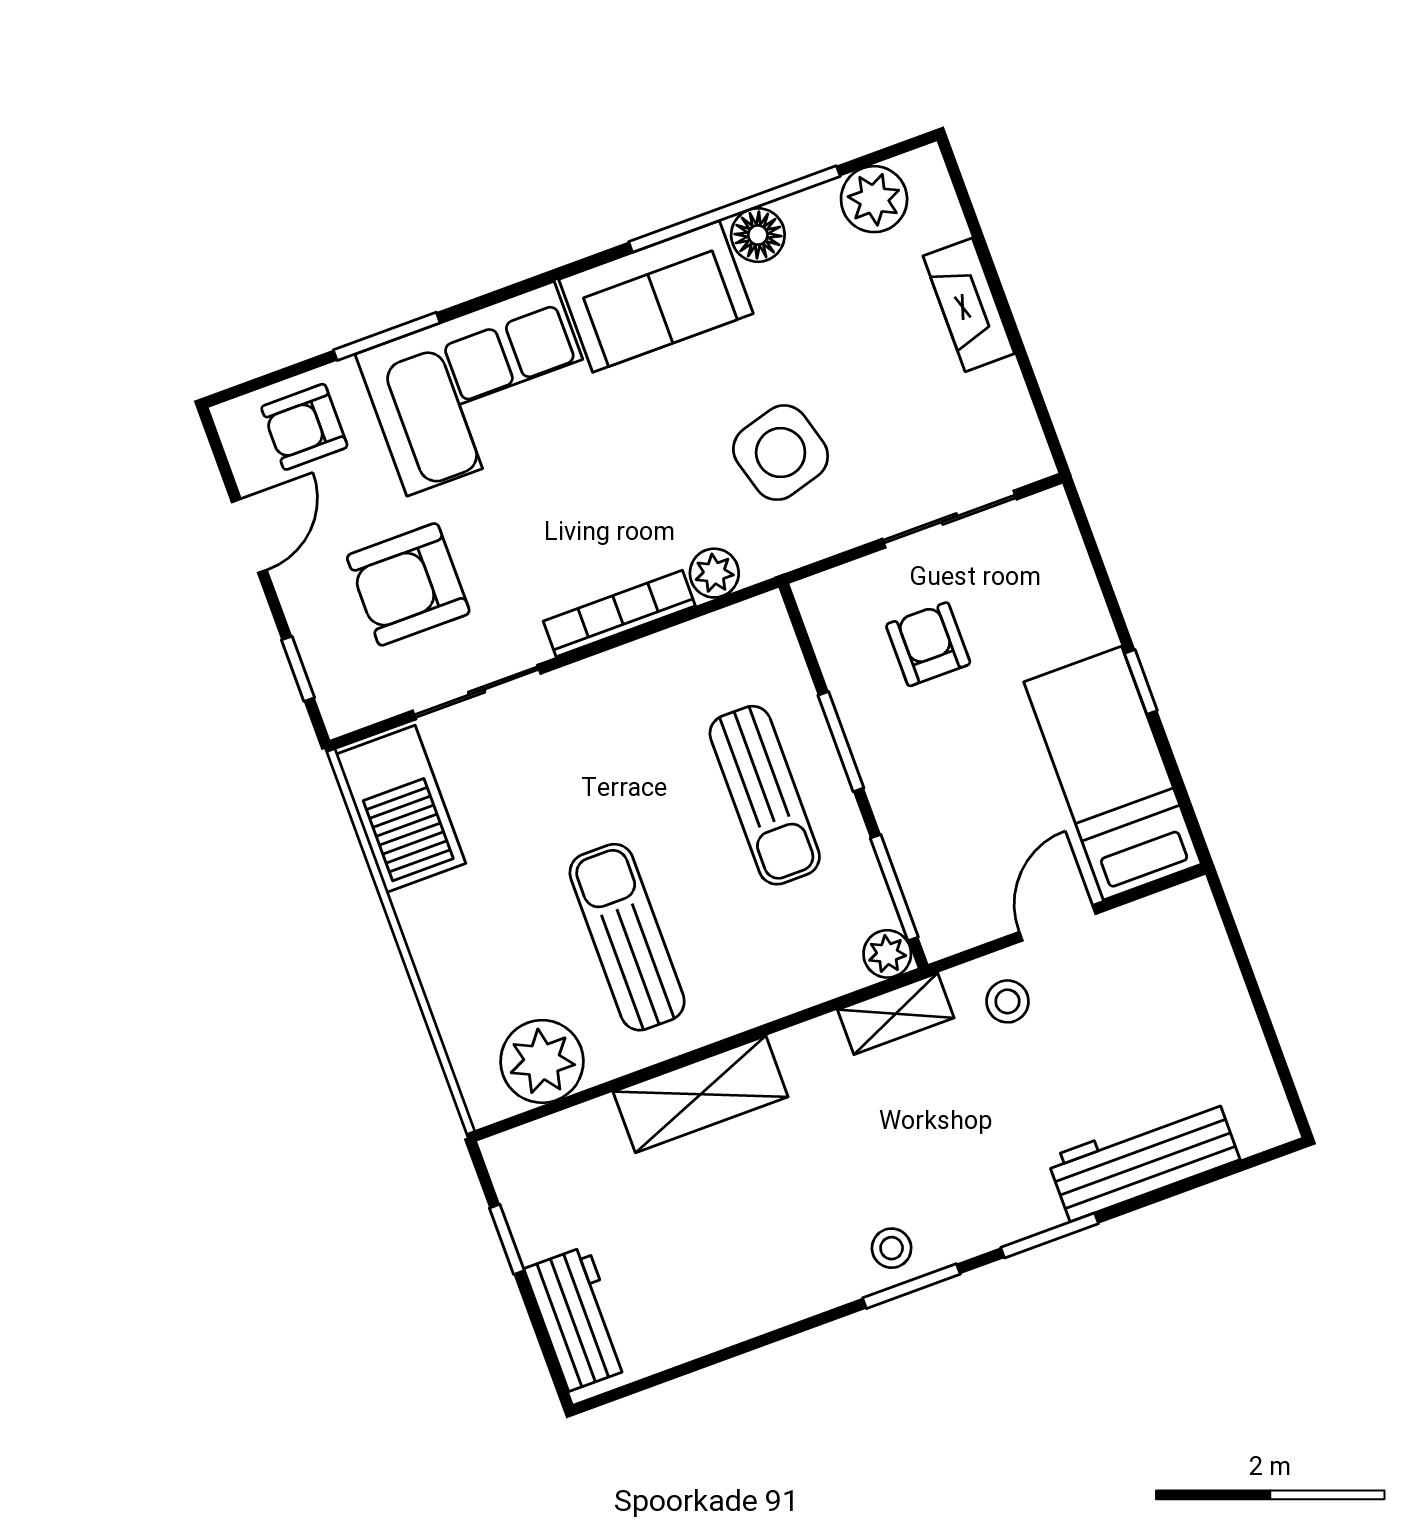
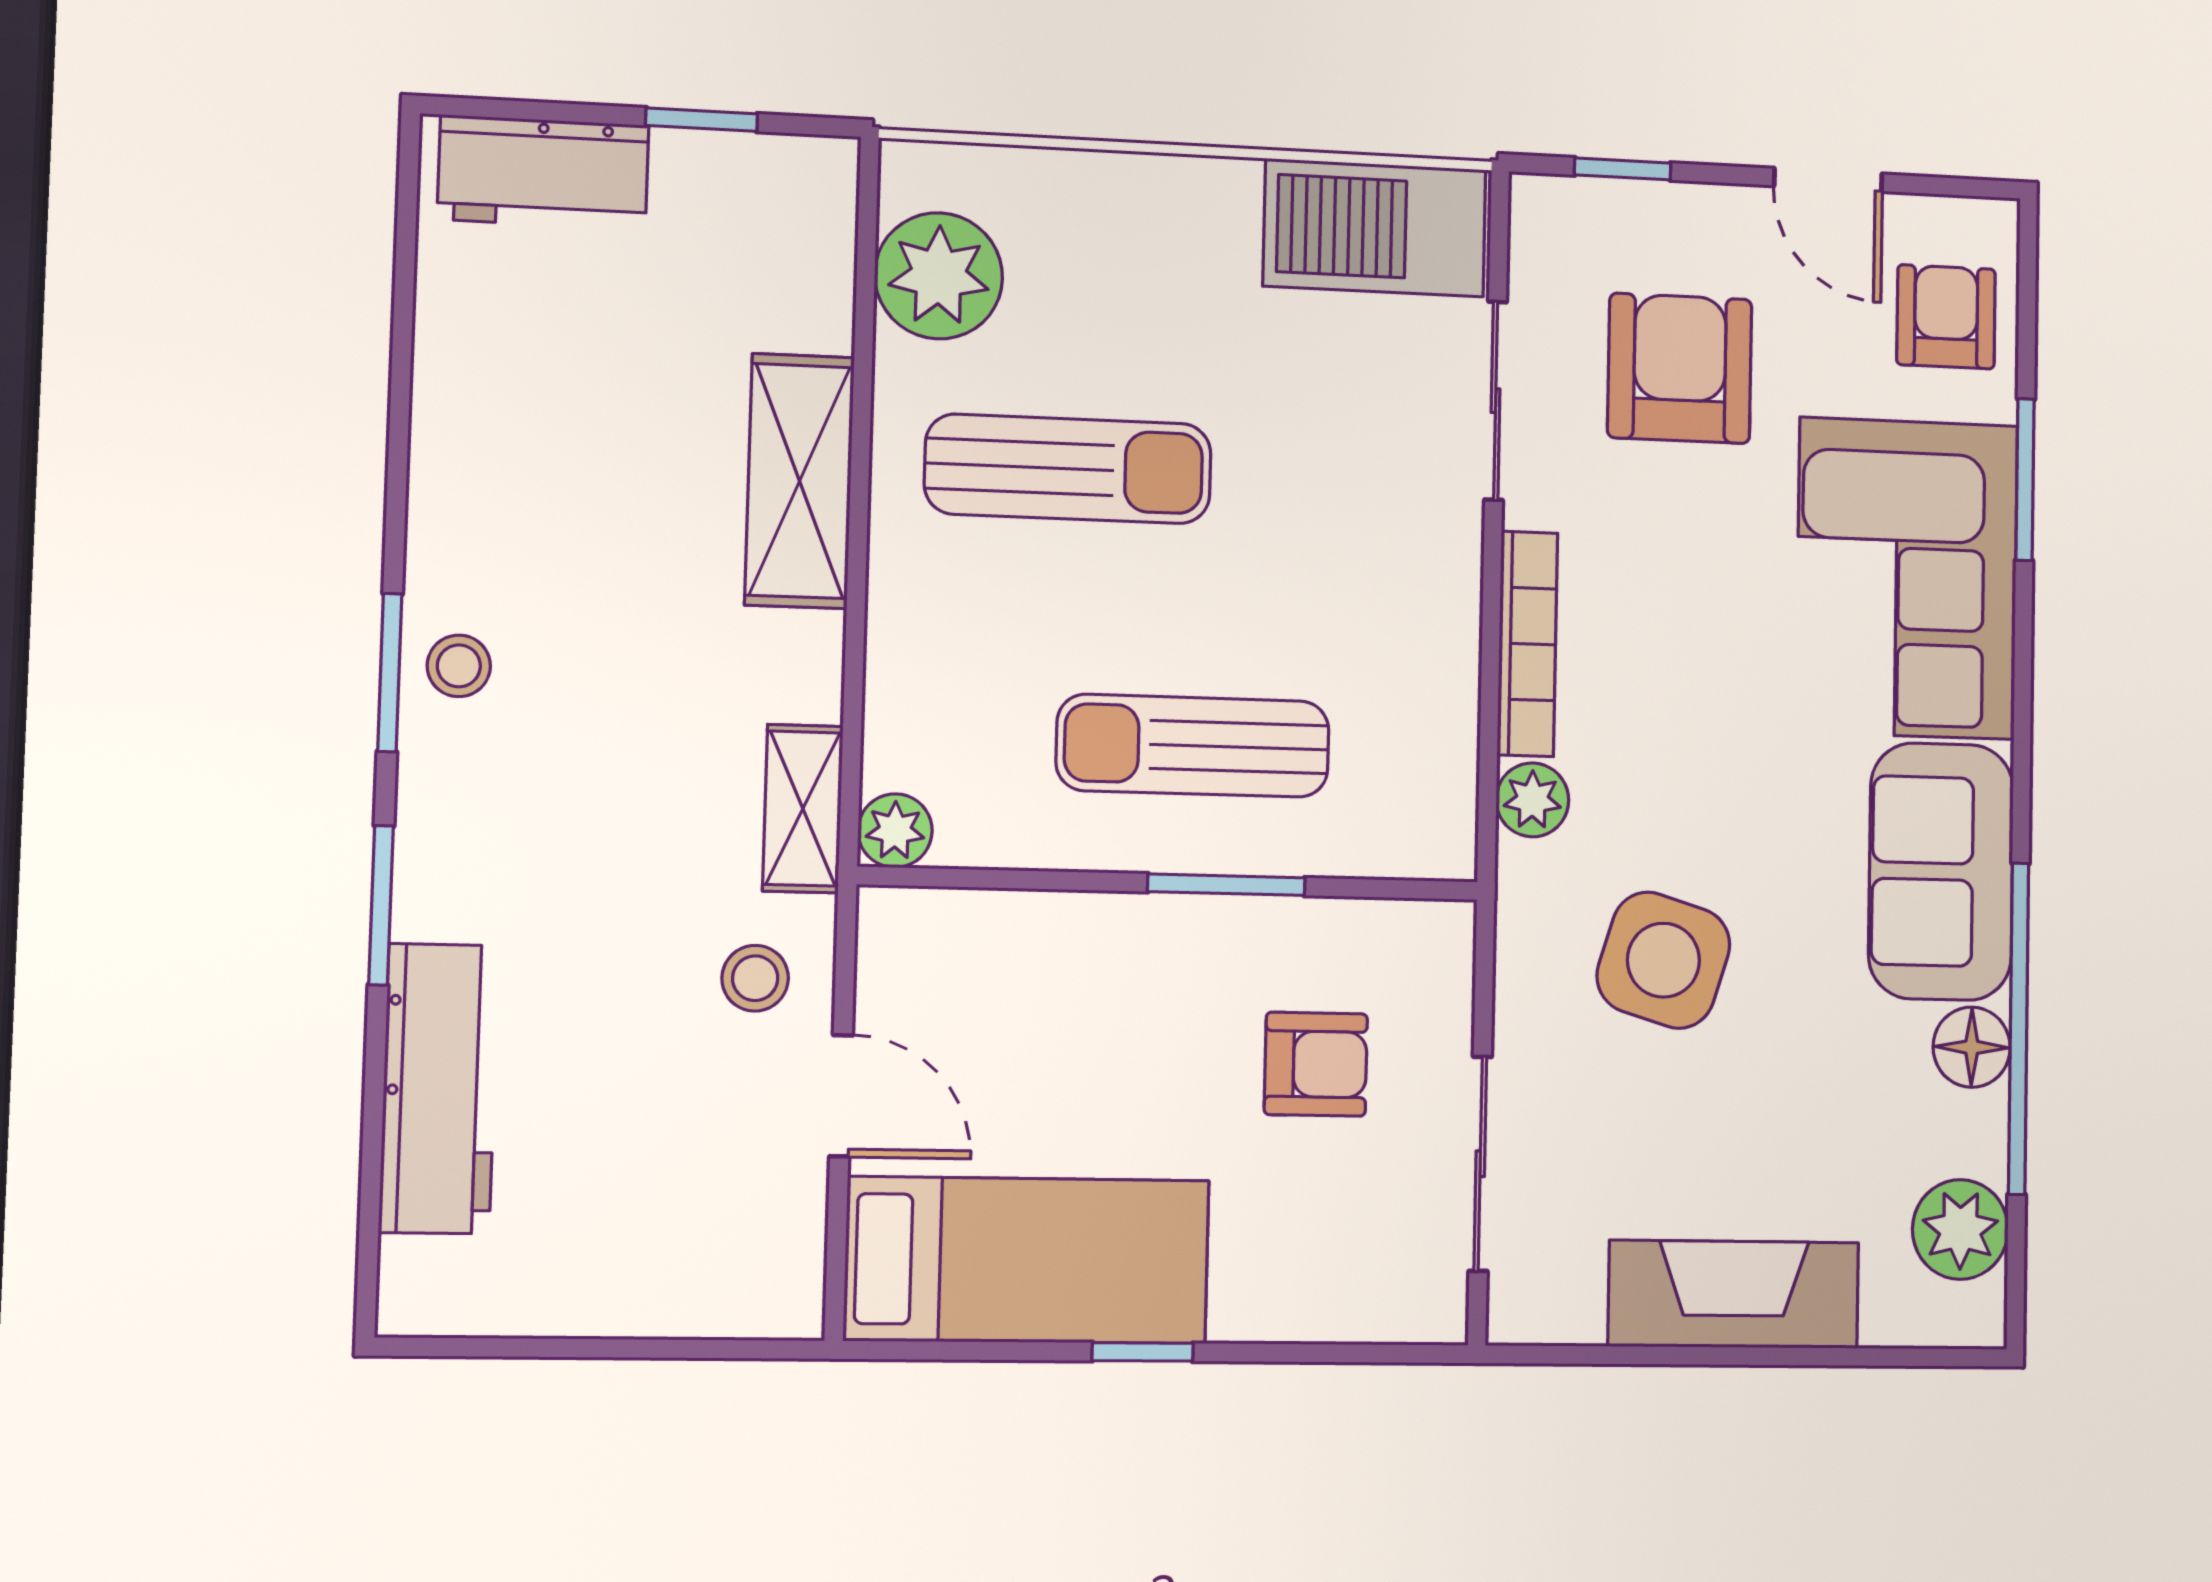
fireplace: (969, 305) -> (1734, 1294), width x1.37, depth x1.32
side table: (781, 453) -> (1663, 960), turned 33
window: (894, 888) -> (987, 879), removed

